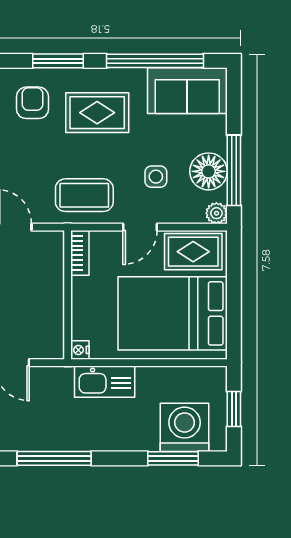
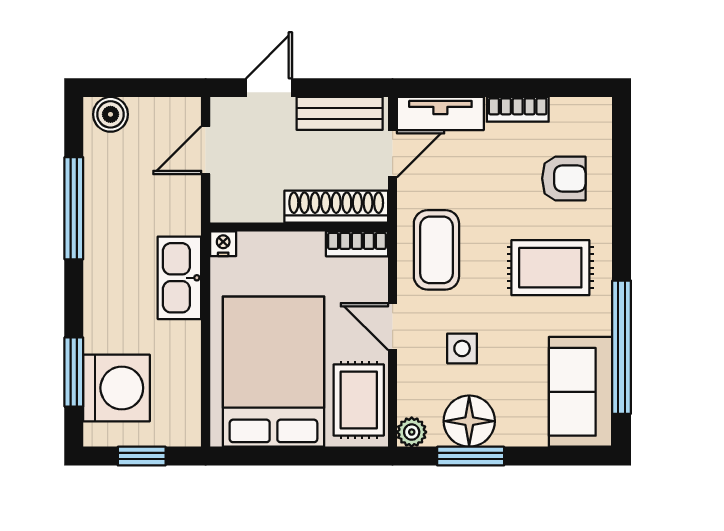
window: (58, 61) -> (622, 214), removed
rug: (97, 113) -> (550, 268), turned 90
window: (234, 170) -> (471, 456), width x0.69
shoe rack: (53, 268) -> (336, 207), added

